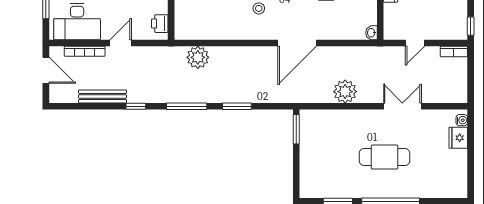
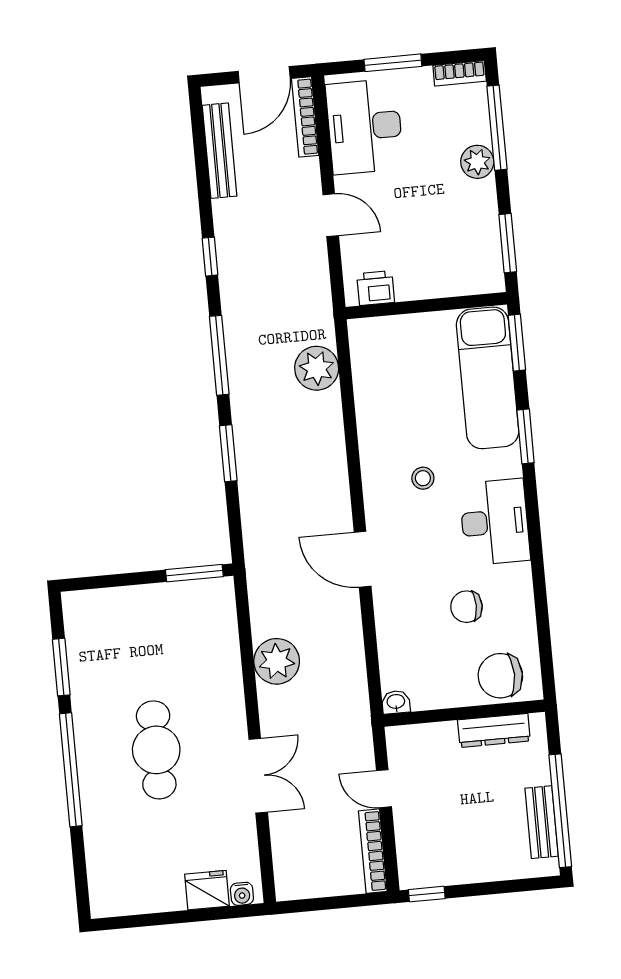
door: (297, 43) -> (363, 559), width x0.73
bookcase: (85, 51) -> (305, 117), moved
bookcase: (454, 52) -> (373, 851), width x1.56
bench: (103, 96) -> (220, 151), moved

